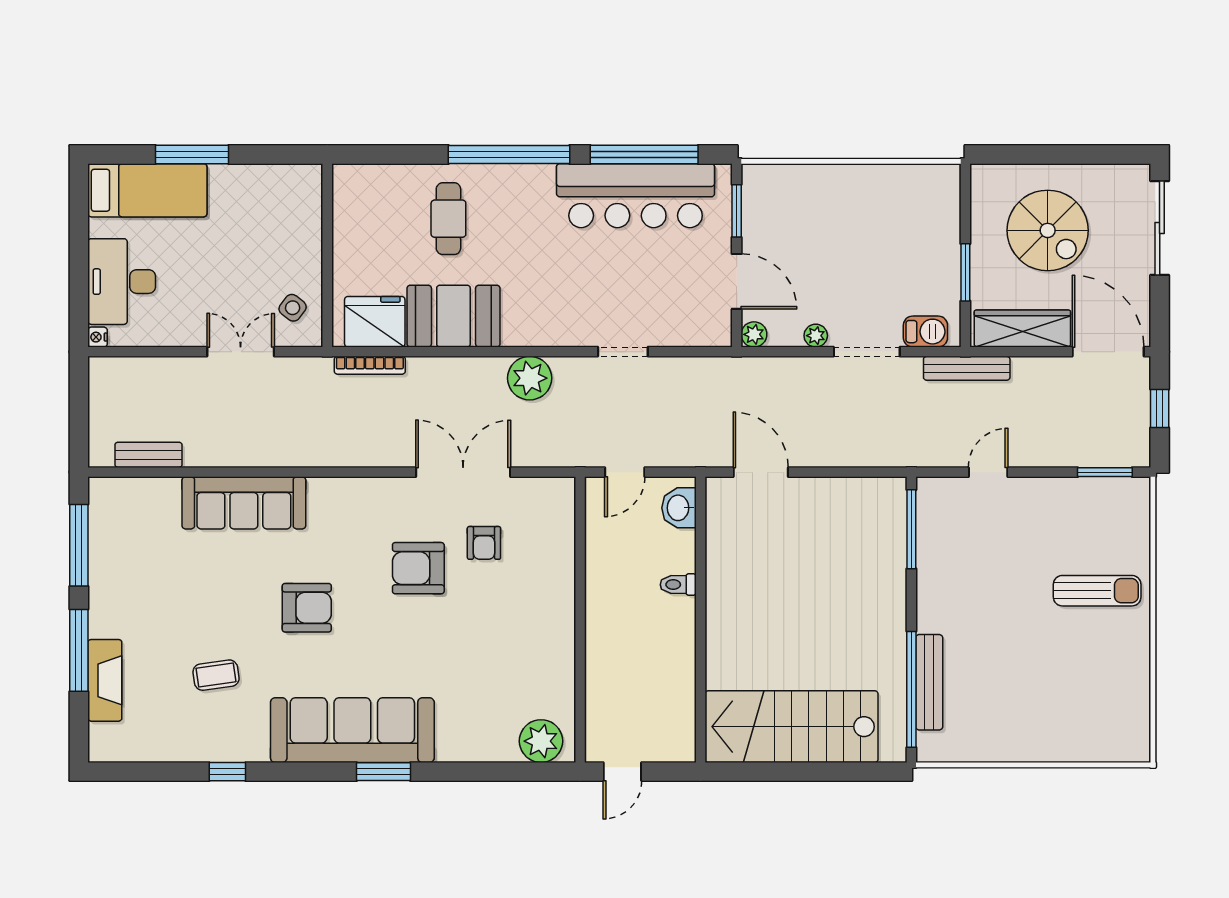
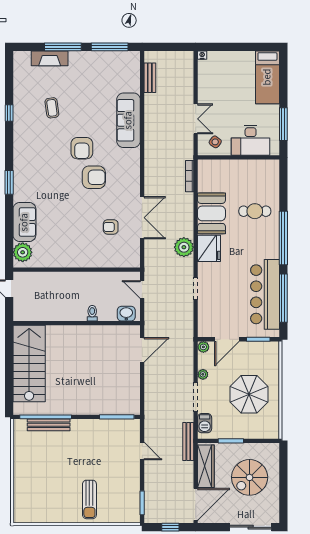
window: (192, 154) -> (283, 124), moved
parasol: (861, 232) -> (249, 394), added
desk: (122, 282) -> (251, 140), moved, turned 180
fridge: (375, 322) -> (209, 248), moved
armchair: (418, 568) -> (94, 177), moved, turned 90
sofa: (352, 730) -> (24, 222), moved, width x0.54, depth x0.79

